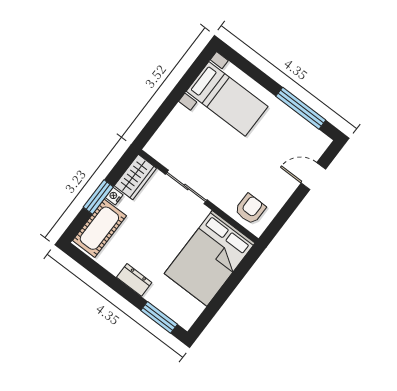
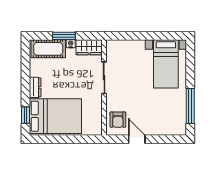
door: (313, 176) -> (137, 139), moved
armchair: (250, 209) -> (118, 120), turned 90
bed: (210, 258) -> (55, 116), moved, turned 180
window: (159, 317) -> (25, 115), width x0.67

